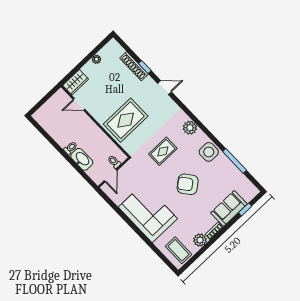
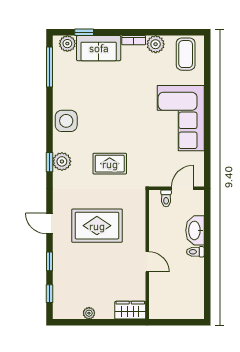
window: (128, 49) -> (50, 294), added
shoe rack: (134, 66) -> (59, 272), removed
door: (79, 104) -> (147, 262), moved
rug: (126, 120) -> (97, 226), moved
window: (196, 121) -> (50, 162), added
window: (235, 161) -> (50, 67), moved
armchair: (188, 184) -> (116, 109), removed
plant: (248, 195) -> (67, 44), added

